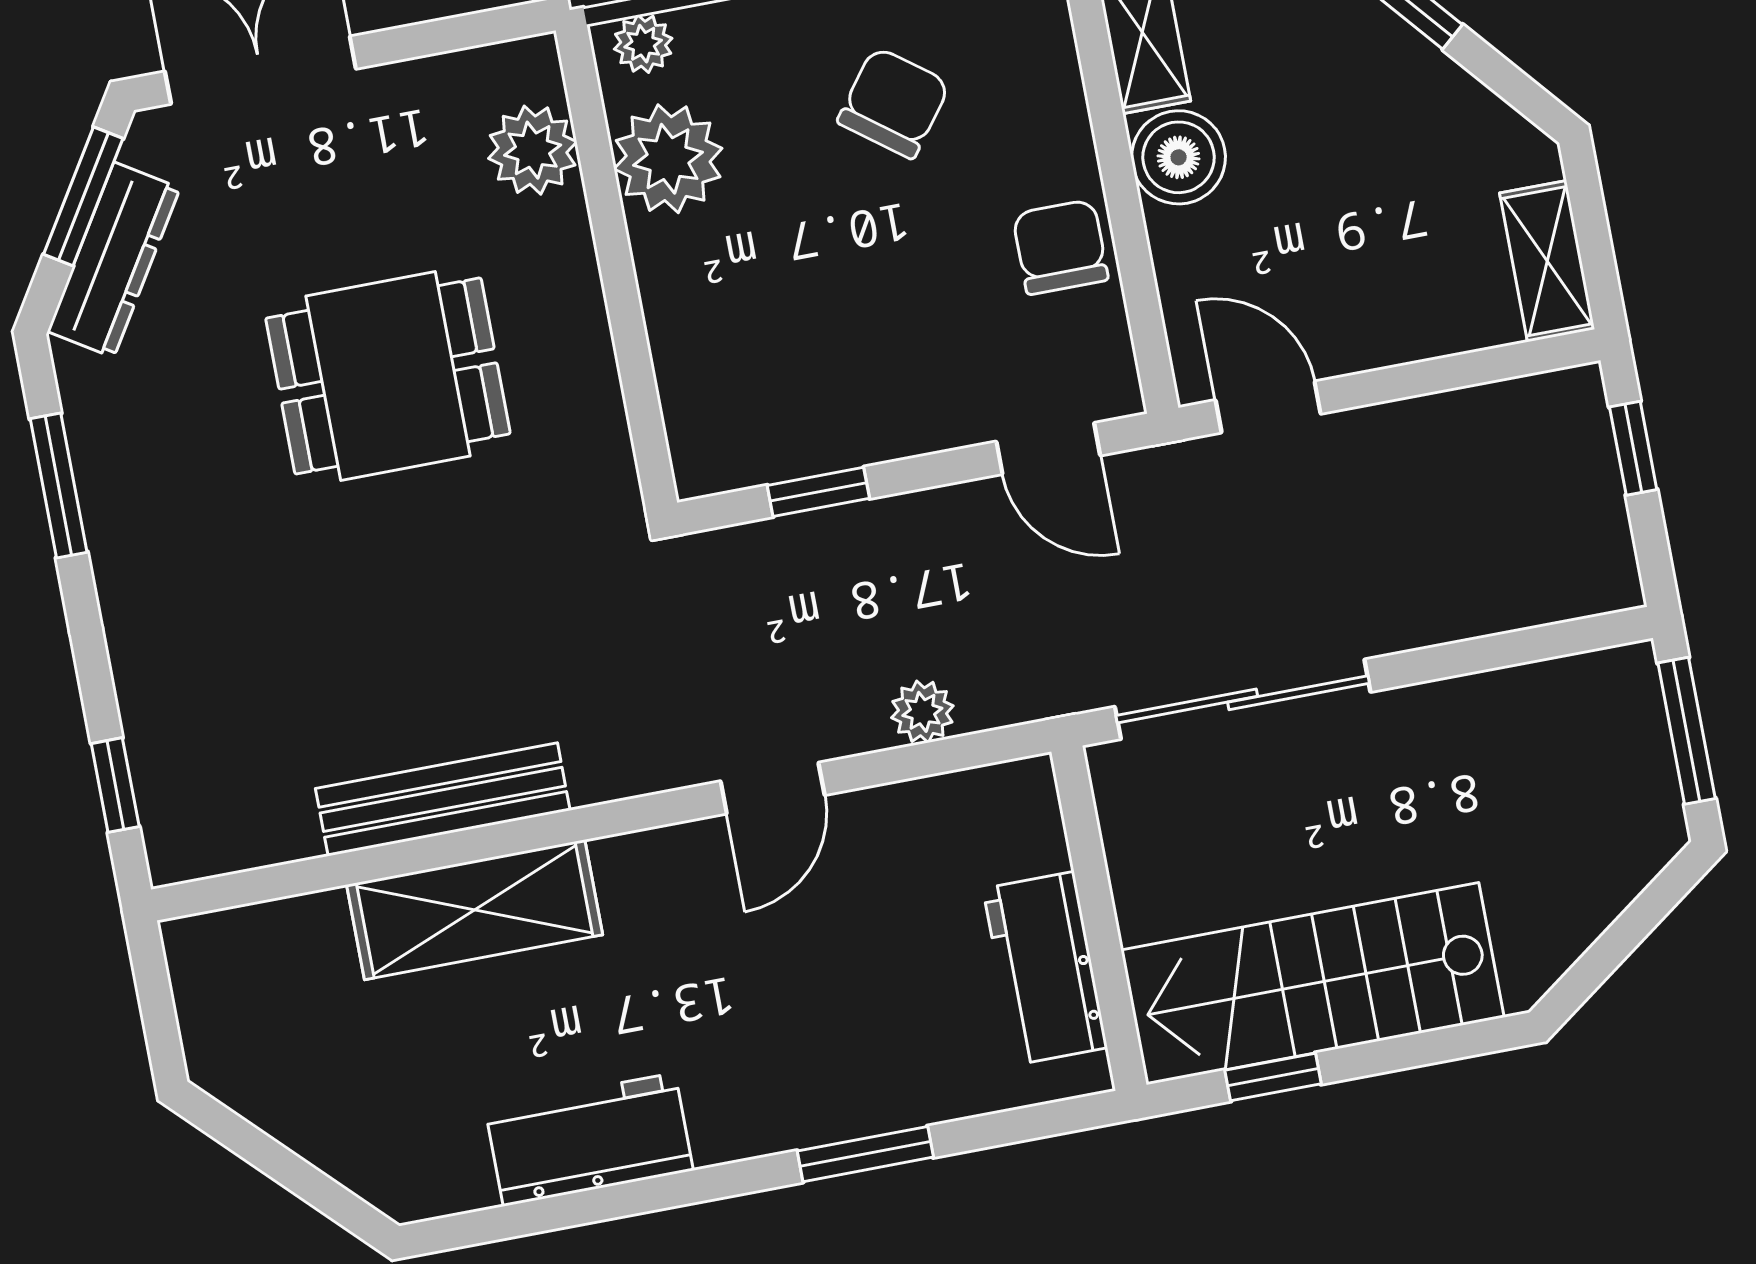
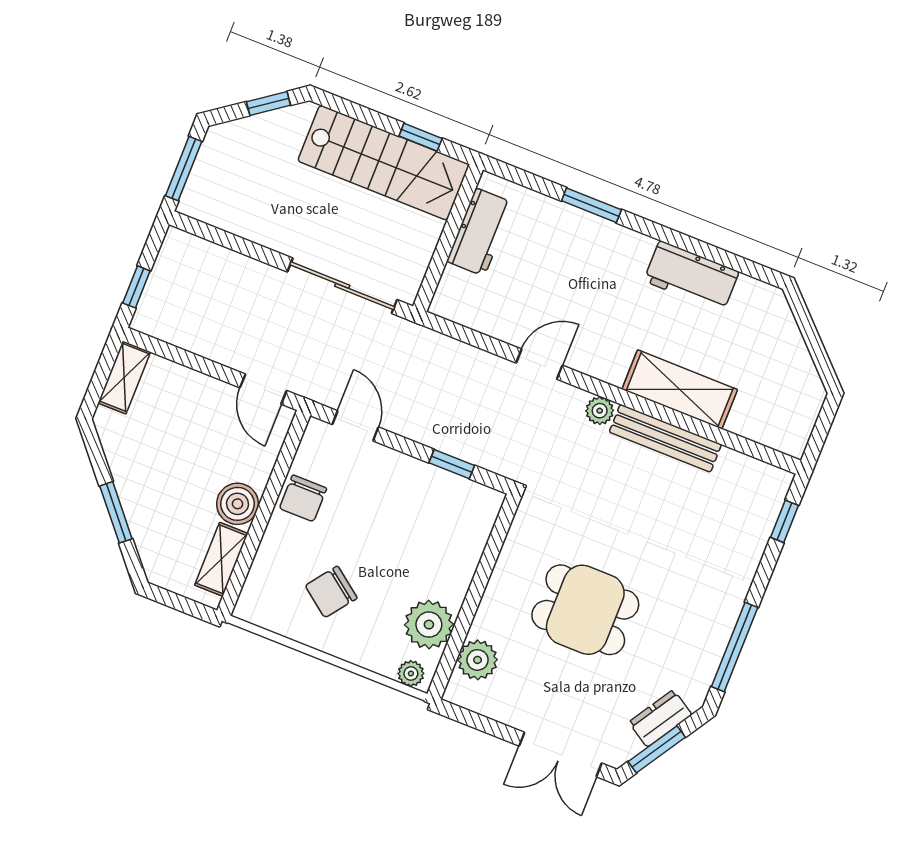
dresser: (114, 260) -> (660, 718), width x0.70
window: (59, 486) -> (735, 647), width x1.44
plant: (922, 712) -> (600, 411), moved
window: (1603, 957) -> (268, 103), added

